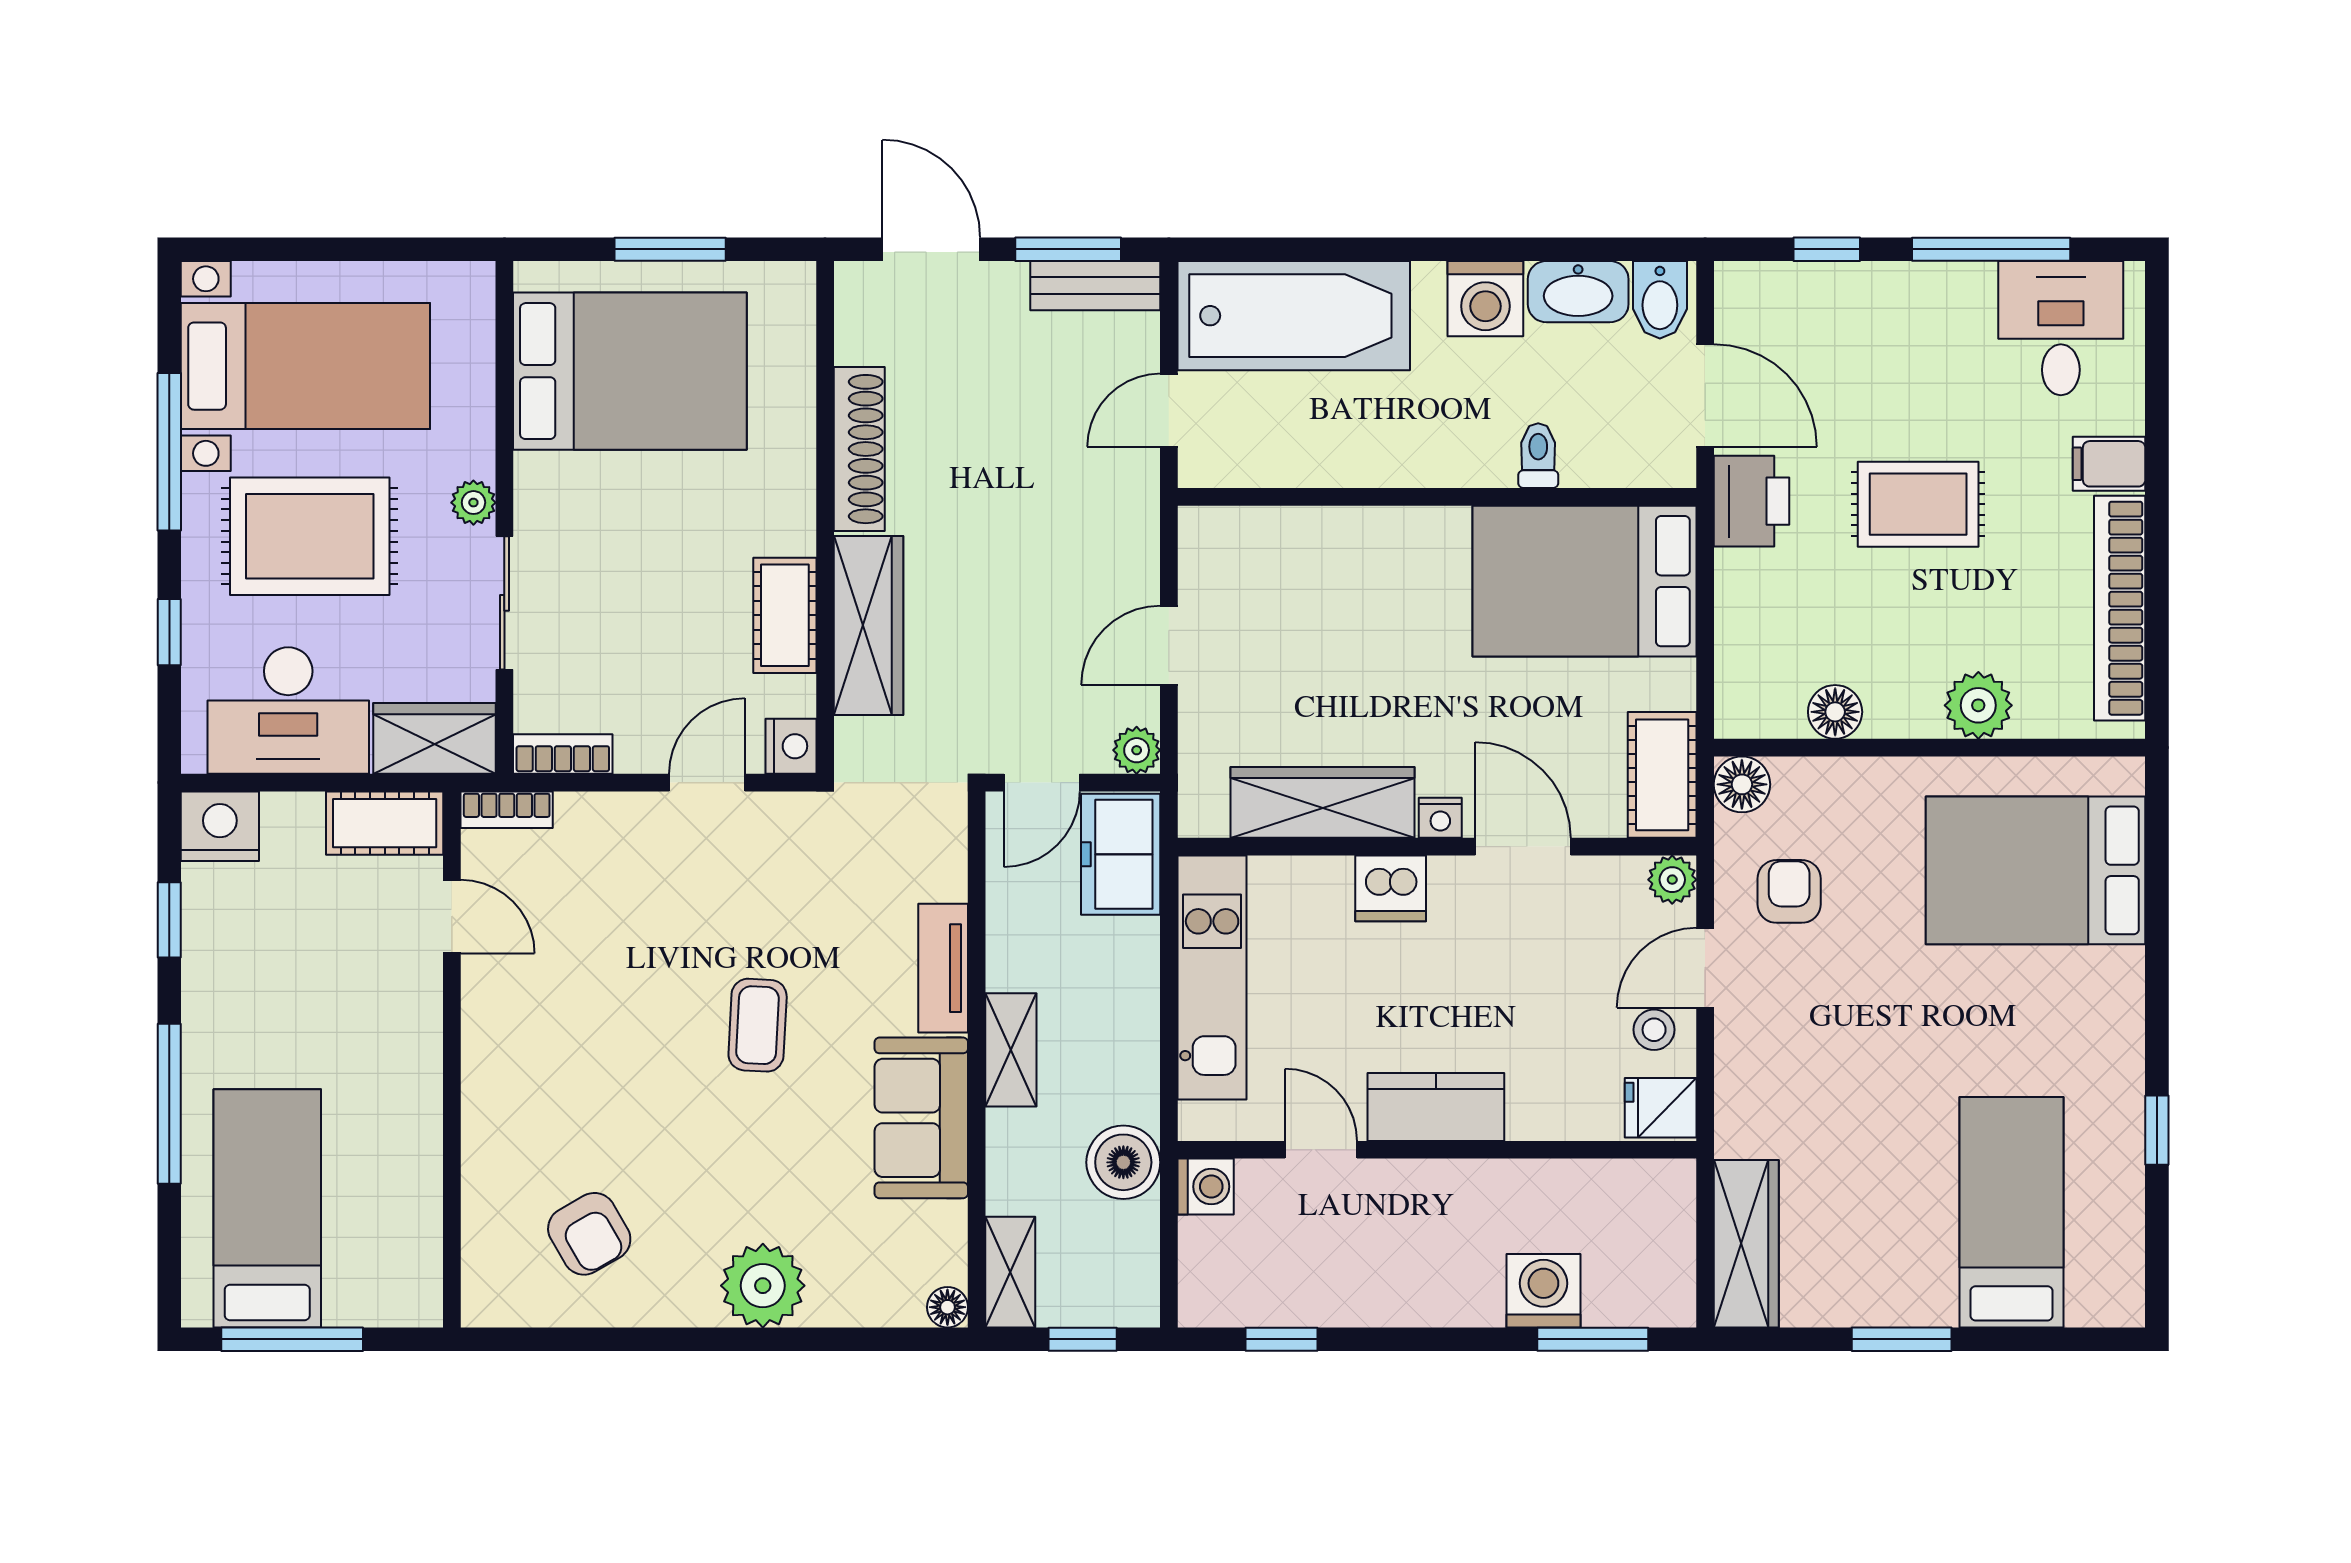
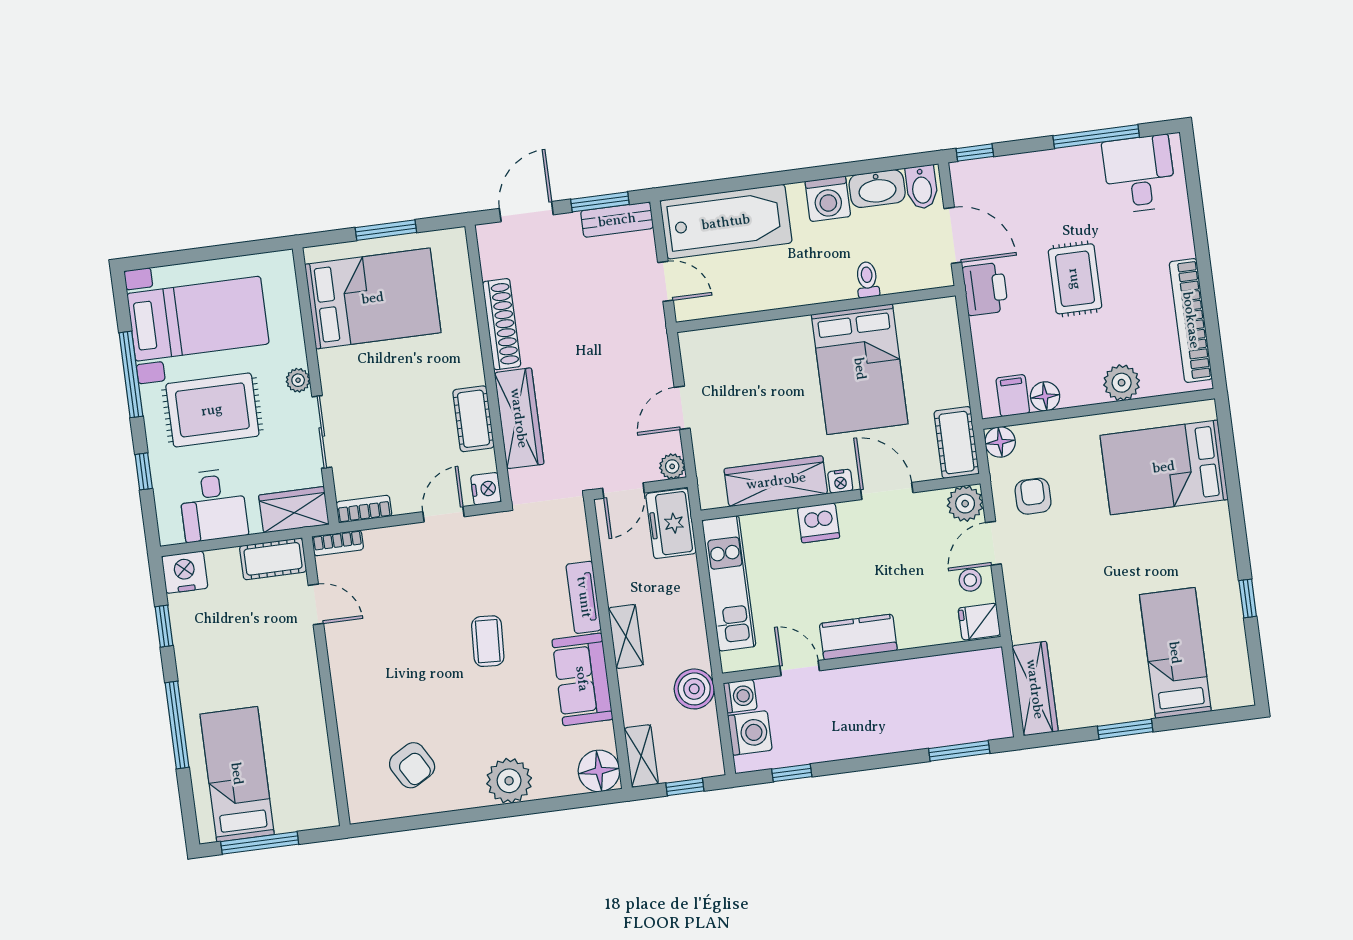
door: (931, 249) -> (526, 212), hinge flipped
window: (1827, 249) -> (975, 153), moved
door: (1169, 410) -> (665, 281), swing flipped
filing cabinet: (2109, 464) -> (1013, 396), moved, turned 90
rug: (1918, 504) -> (1075, 279), turned 90
bed: (1585, 581) -> (860, 369), moved, turned -90
desk: (288, 710) -> (213, 505), width x0.73
plant: (1672, 880) -> (965, 504), width x1.38, depth x1.38
washing machine: (1543, 1291) -> (750, 733), moved, turned 90
floor lamp: (947, 1307) -> (599, 771), width x1.89, depth x1.89

